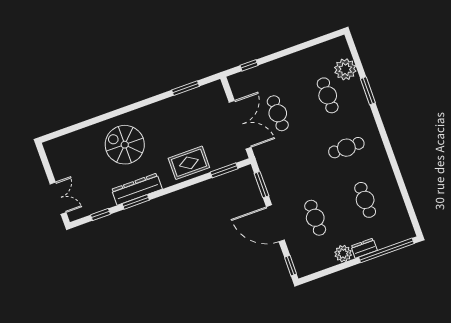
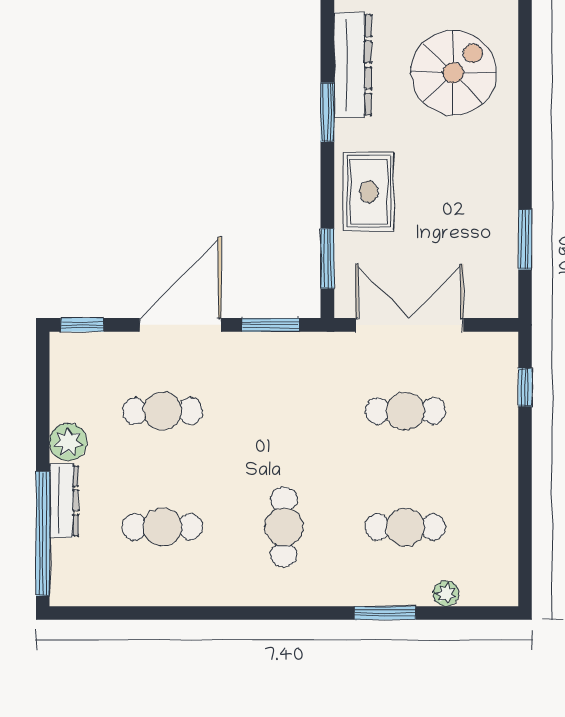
plant: (345, 69) -> (446, 594), width x0.53, depth x0.53
double door: (240, 125) -> (409, 325), swing flipped
window: (136, 202) -> (327, 112), moved
dresser: (364, 248) -> (64, 501), width x1.44

